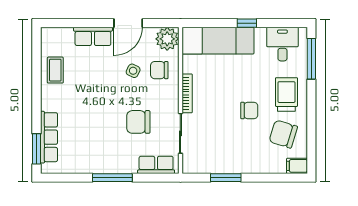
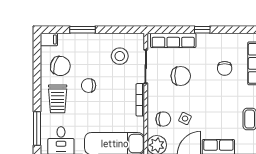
chair: (85, 131) -> (225, 68), added
stool: (212, 146) -> (120, 56), added
row of seats: (156, 165) -> (173, 40), width x1.48
window: (112, 178) -> (202, 30), width x0.46
window: (226, 178) -> (82, 30), moved

